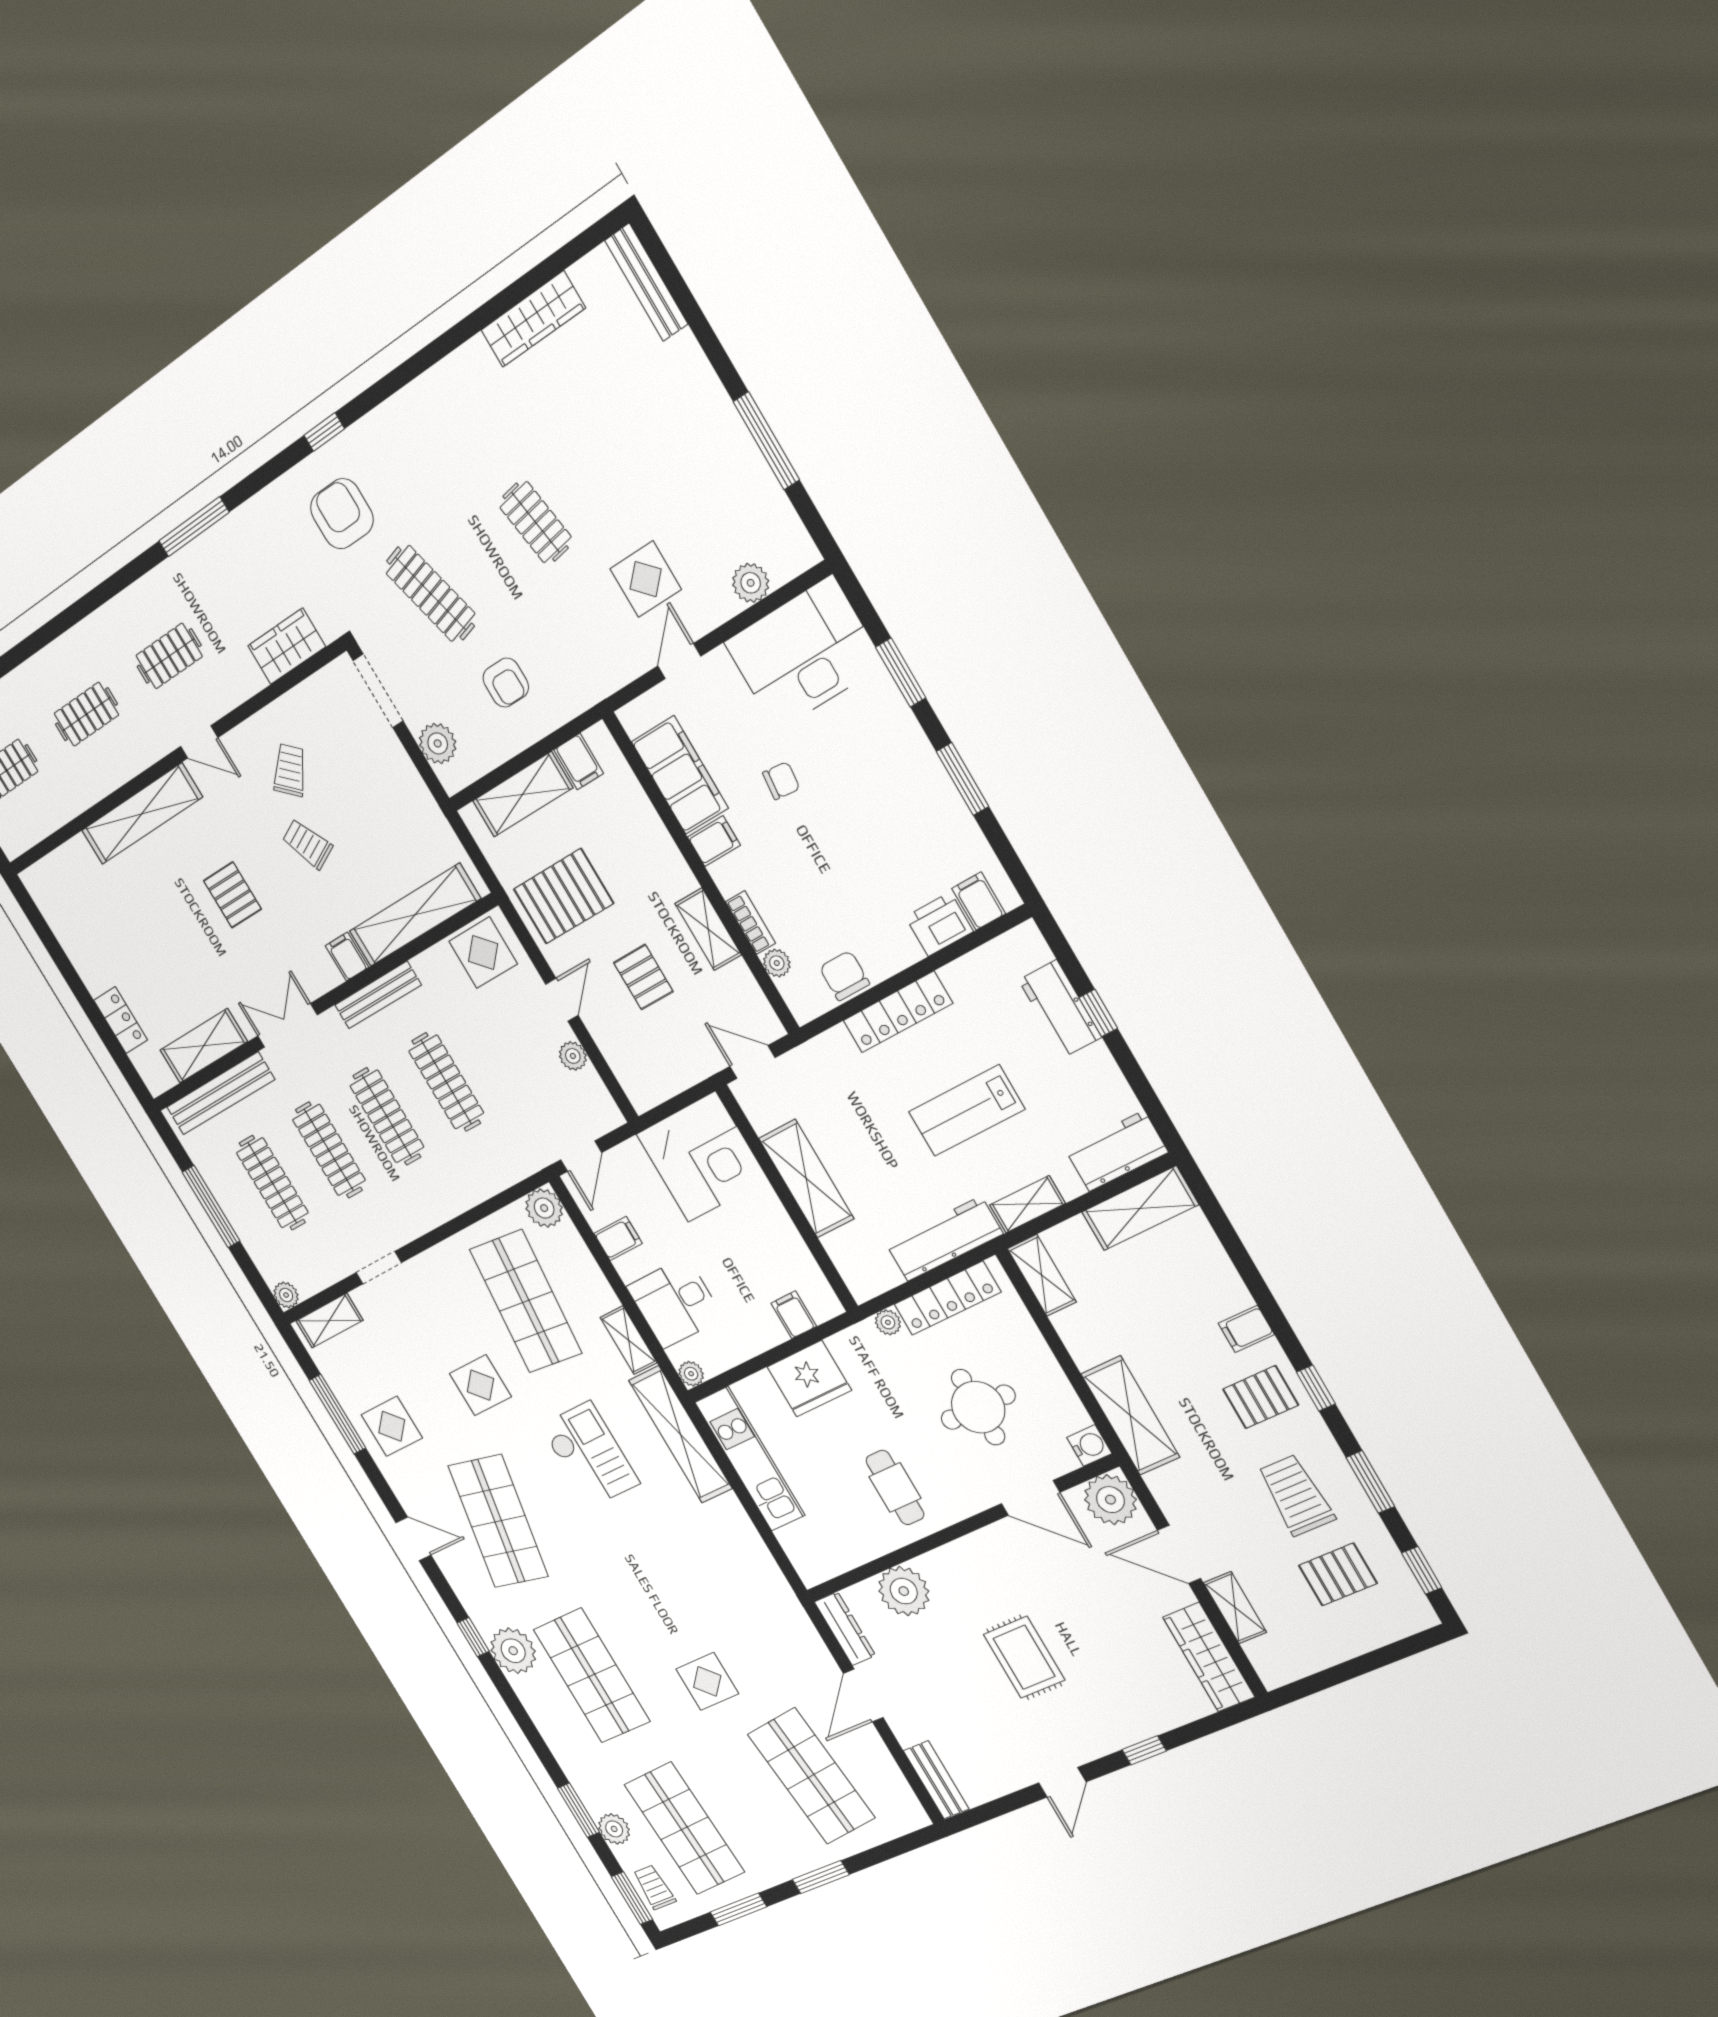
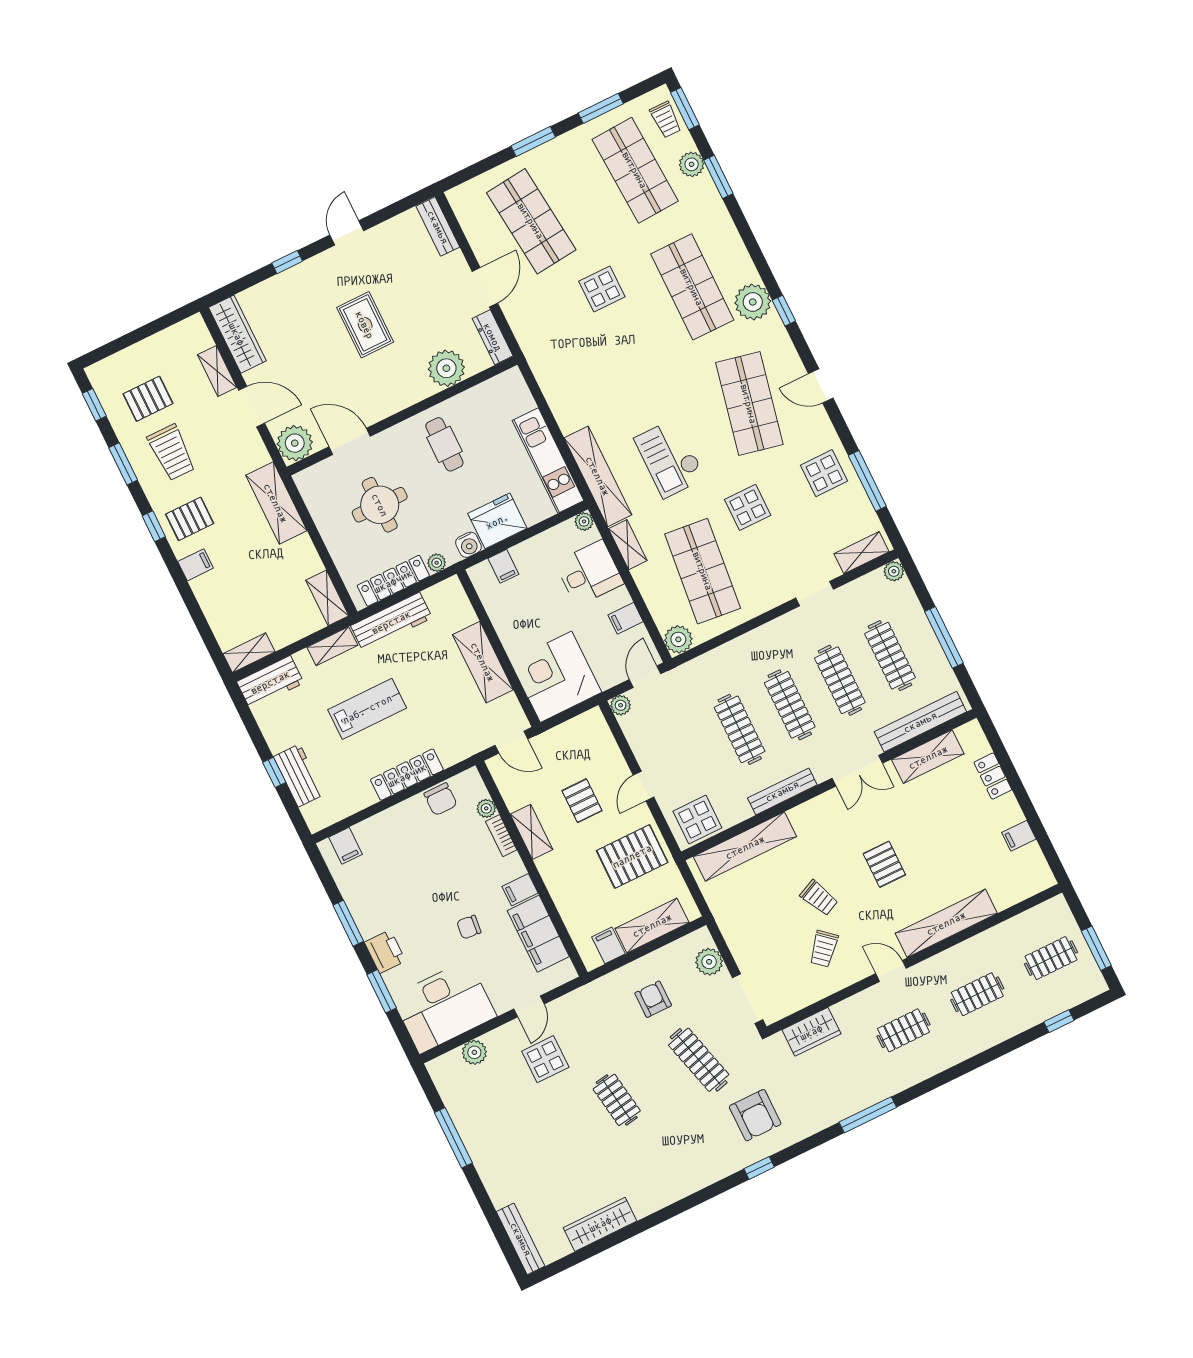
printer: (939, 924) -> (385, 952), moved, turned -90
filing cabinet: (347, 957) -> (1019, 836), moved, turned 90
plant: (573, 1056) -> (621, 705), moved
shelving: (1140, 1208) -> (249, 653), width x0.67, depth x0.75
water cooler: (1089, 1445) -> (468, 545), moved, turned -90

